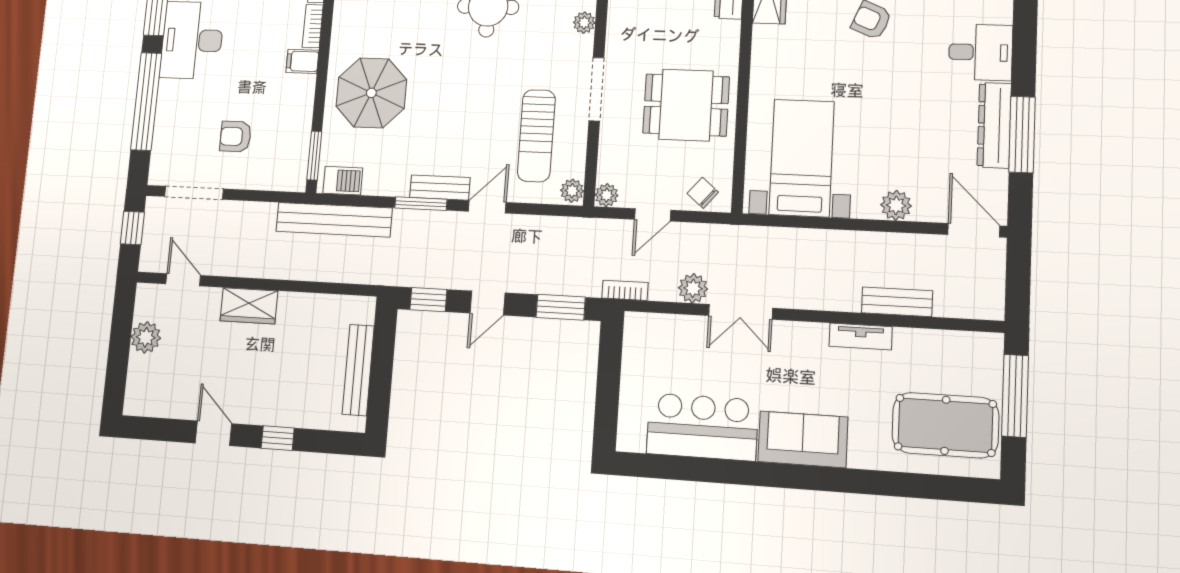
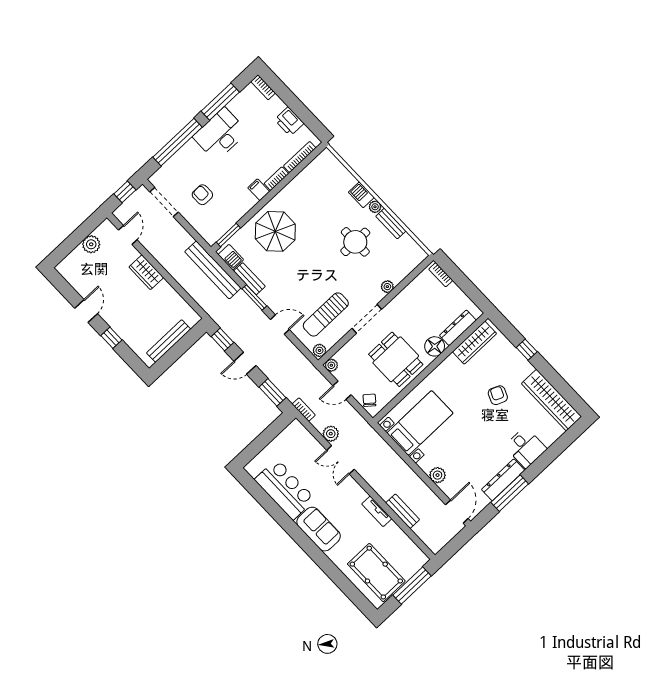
floor lamp: (722, 39) -> (435, 346), added
bench: (440, 188) -> (249, 279), moved

